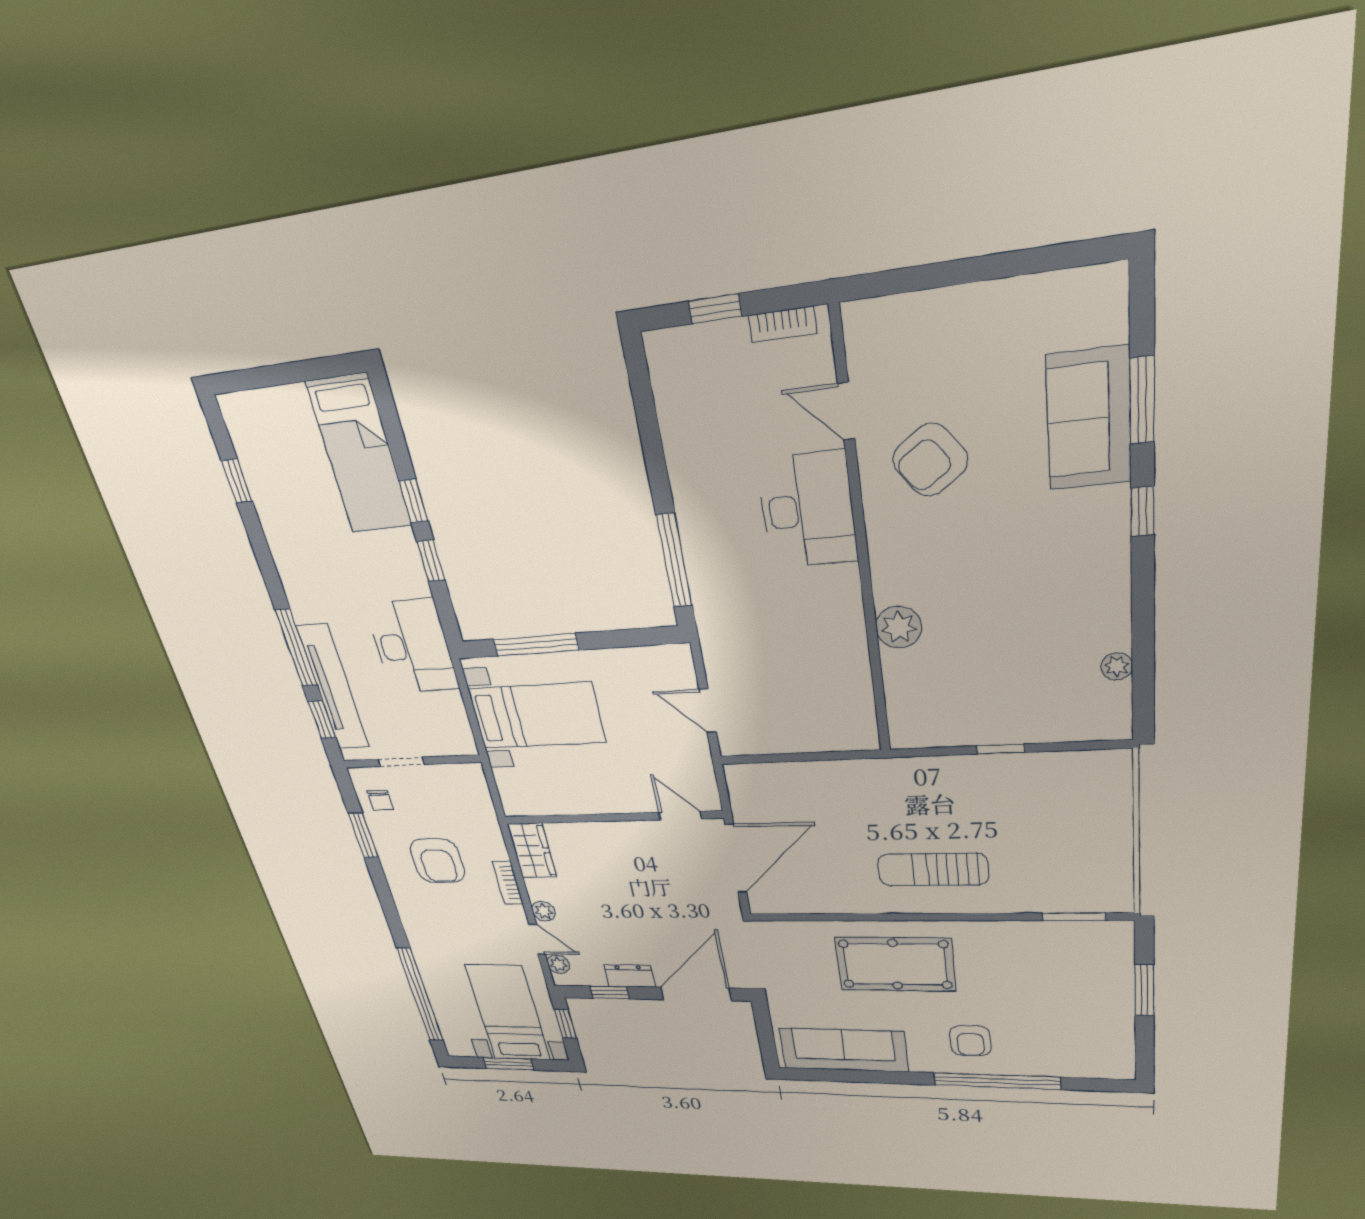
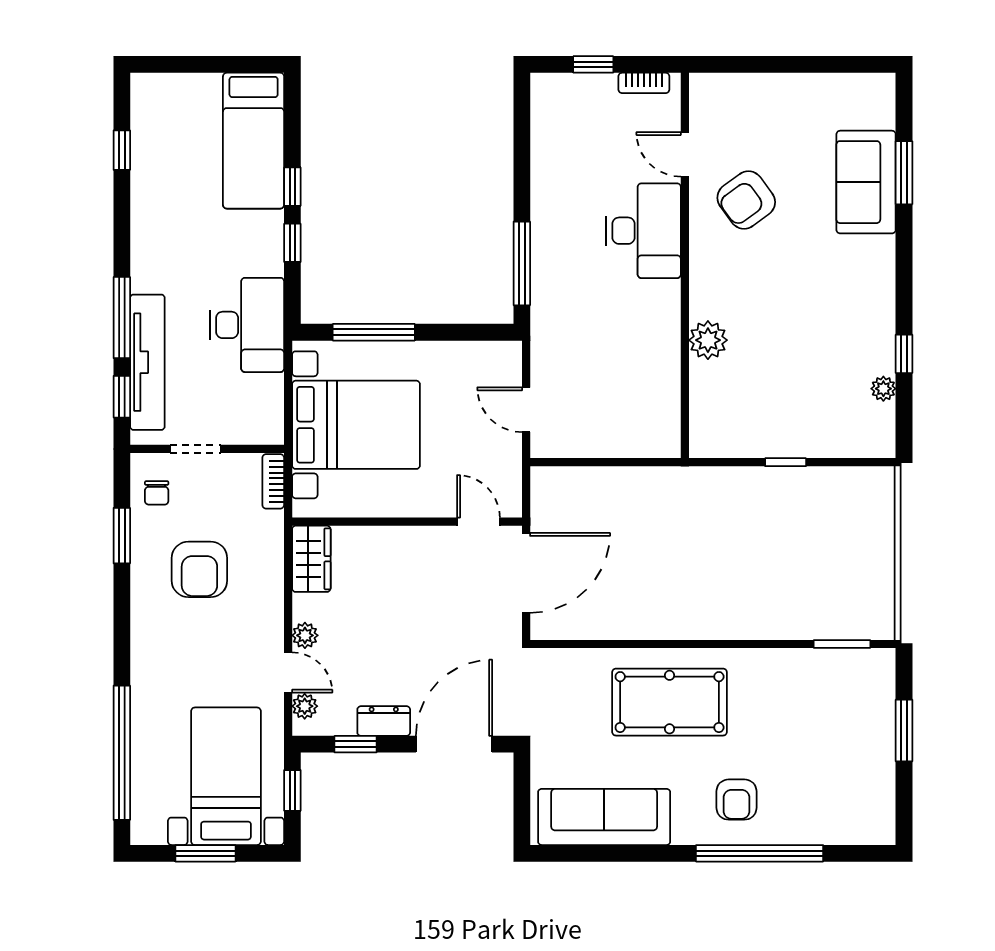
window: (1143, 511) -> (904, 354), moved
bed with nightstands: (537, 716) -> (356, 425), width x1.36
sun lounger: (933, 870) -> (716, 589), removed
bookcase: (508, 883) -> (273, 481), moved

